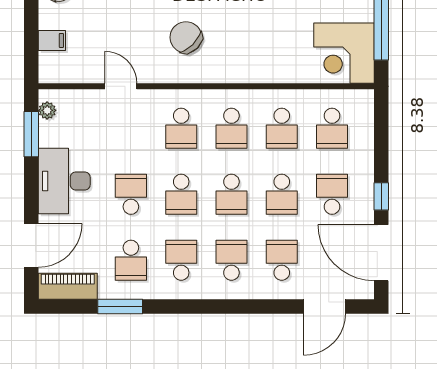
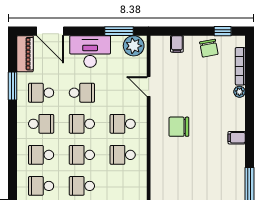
chair: (186, 37) -> (179, 127), turned -135
door: (121, 86) -> (149, 87), swing flipped
plant: (47, 110) -> (134, 46), width x1.87, depth x1.87
school desk: (282, 128) -> (123, 186), removed
school desk: (231, 260) -> (41, 155), turned 180
school desk: (282, 260) -> (41, 186), turned 180

